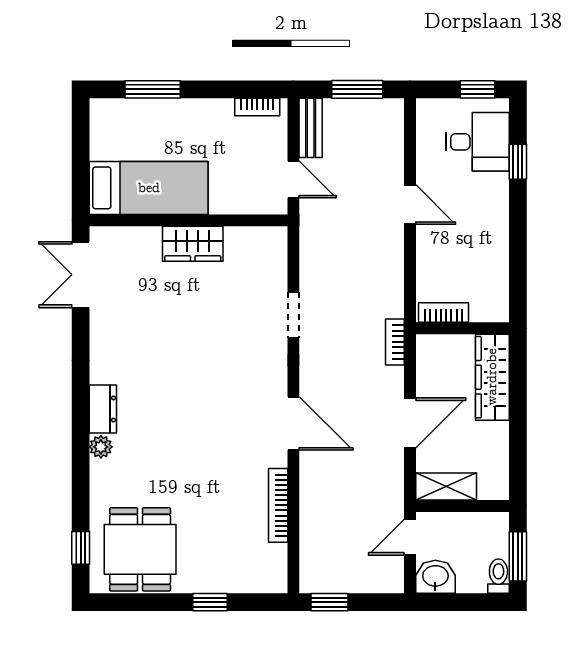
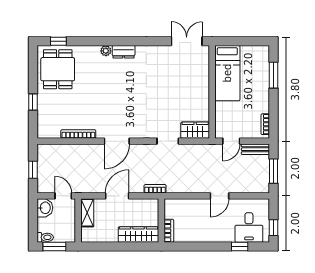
wardrobe: (193, 244) -> (195, 130), moved, turned 90
bookcase: (444, 312) -> (169, 231), moved
door: (410, 423) -> (117, 196), swing flipped
dining table: (140, 549) -> (58, 69), turned 90
window: (330, 602) -> (33, 170), moved

